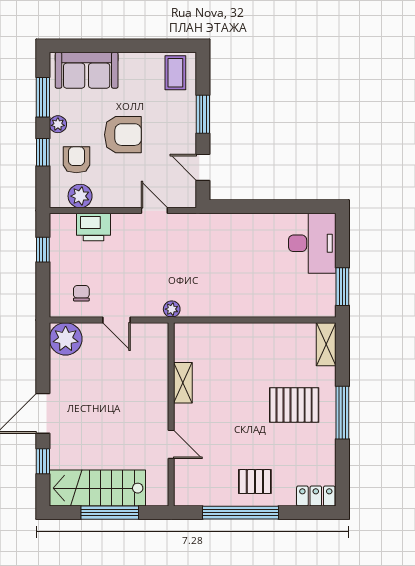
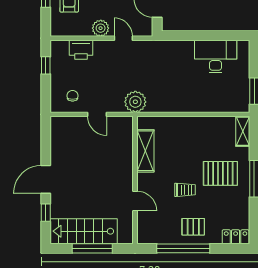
plant: (80, 196) -> (101, 28), moved
desk: (312, 243) -> (216, 57), moved, turned -90
plant: (172, 309) -> (135, 102), width x1.88, depth x1.88
plant: (66, 339) -> (62, 127), removed
shelving: (183, 383) -> (145, 151), width x1.50, depth x1.33
trolley: (243, 429) -> (185, 190), added

